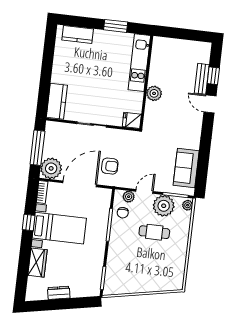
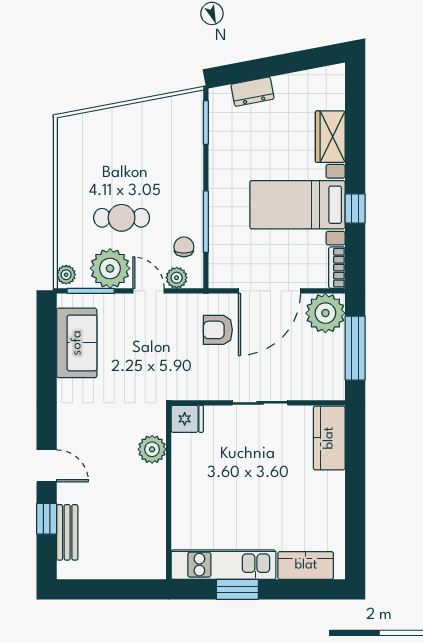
kitchen unit: (139, 63) -> (223, 565), moved, turned -90
bench: (202, 79) -> (67, 532), moved
plant: (154, 93) -> (152, 449), moved
door: (144, 191) -> (148, 291), swing flipped
dresser: (59, 293) -> (252, 92), moved

